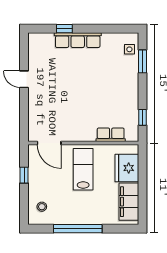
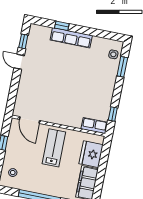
window: (24, 55) -> (23, 41), added
row of seats: (111, 135) -> (94, 126), moved

